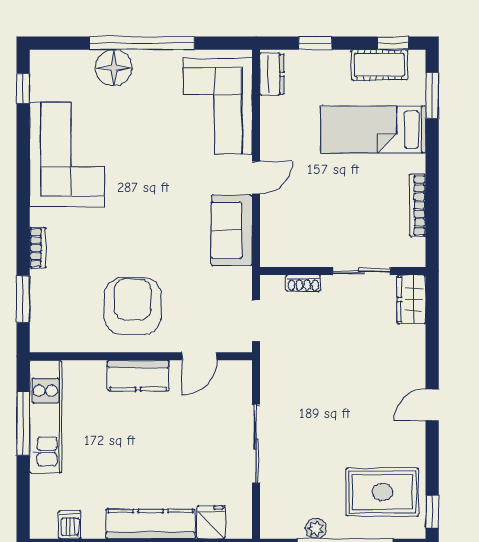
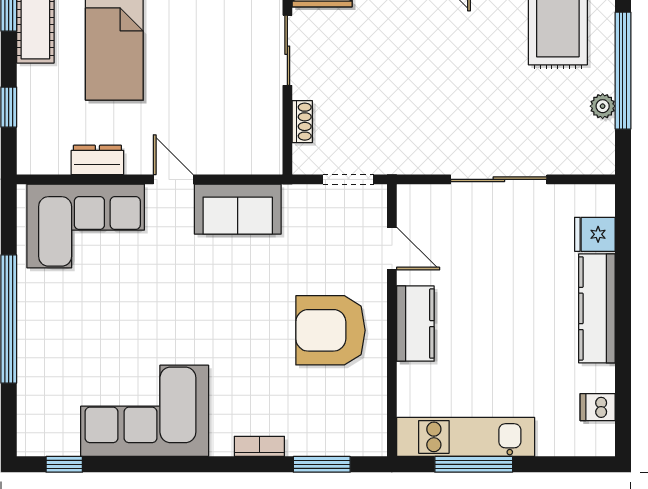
floor lamp: (114, 68) -> (39, 353), removed
dresser: (272, 74) -> (97, 160), moved

